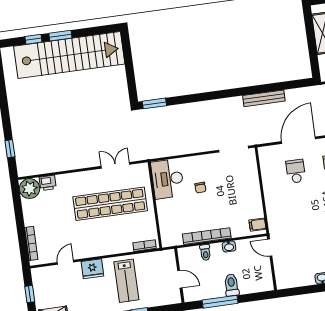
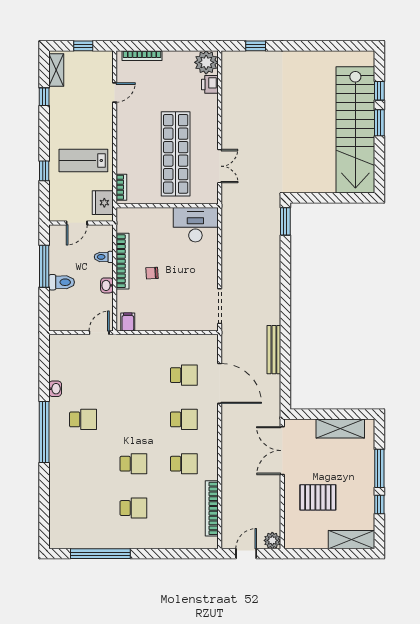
chair: (200, 188) -> (152, 273), moved
door: (65, 262) -> (115, 92), hinge flipped
fridge: (92, 269) -> (103, 203), moved

